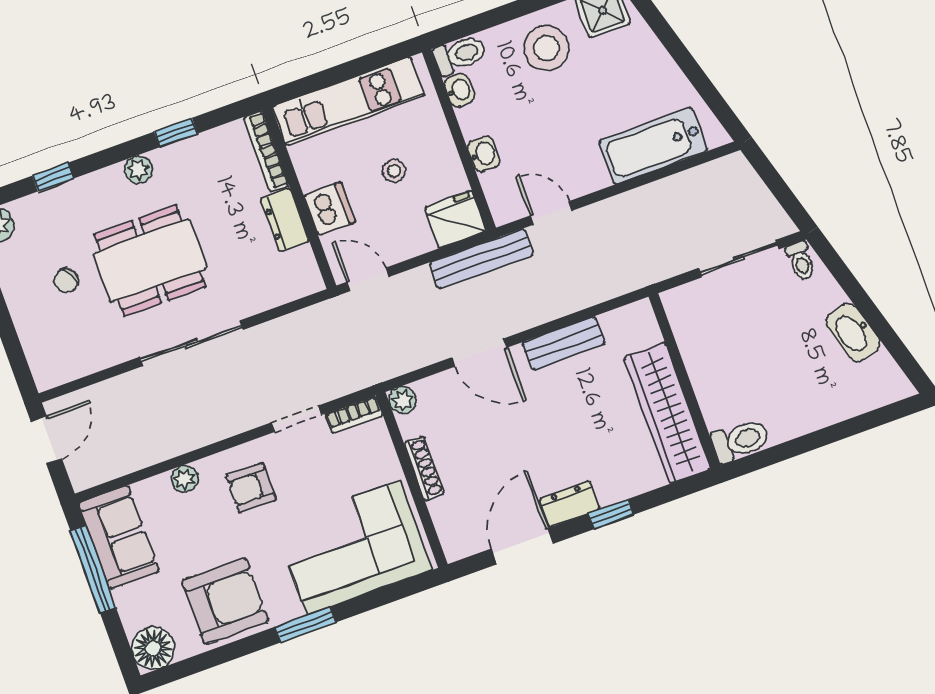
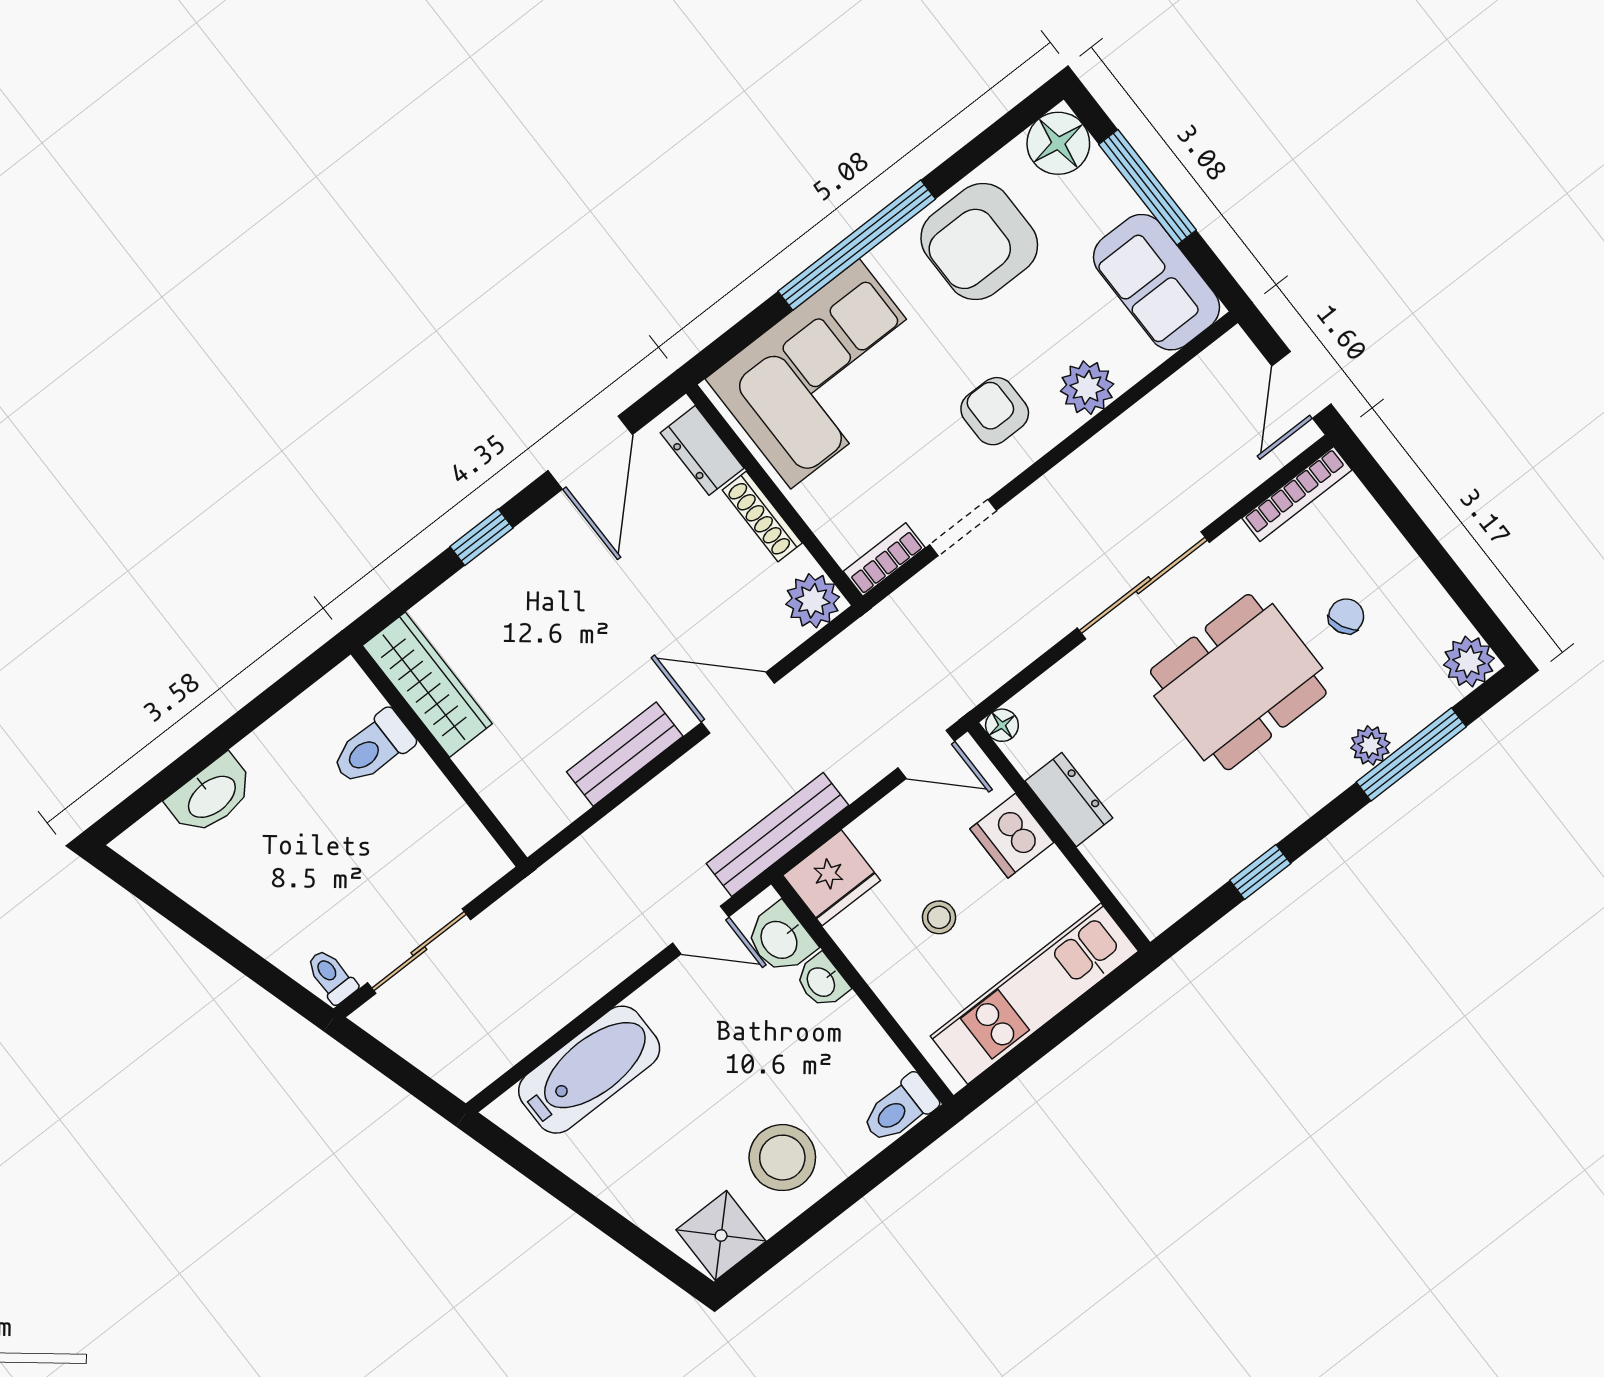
washbasin: (459, 90) -> (780, 939), moved, width x1.38, depth x1.45
bookcase: (266, 151) -> (1297, 494), moved, turned 90
plant: (138, 170) -> (1370, 745), moved
window: (53, 177) -> (1411, 754), width x2.17
floor lamp: (313, 282) -> (1002, 725), added
washbasin: (853, 332) -> (211, 796), moved, turned 106
plant: (403, 400) -> (813, 601), width x1.38, depth x1.38
wardrobe: (667, 413) -> (427, 685), width x0.71, depth x0.85
toilet: (740, 441) -> (373, 748), moved
plant: (184, 479) -> (1087, 388), width x1.38, depth x1.38
armchair: (251, 488) -> (995, 411), turned -90
dresser: (570, 504) -> (702, 450), moved, turned 90
window: (93, 569) -> (1148, 187), moved
window: (306, 625) -> (857, 245), width x2.11

